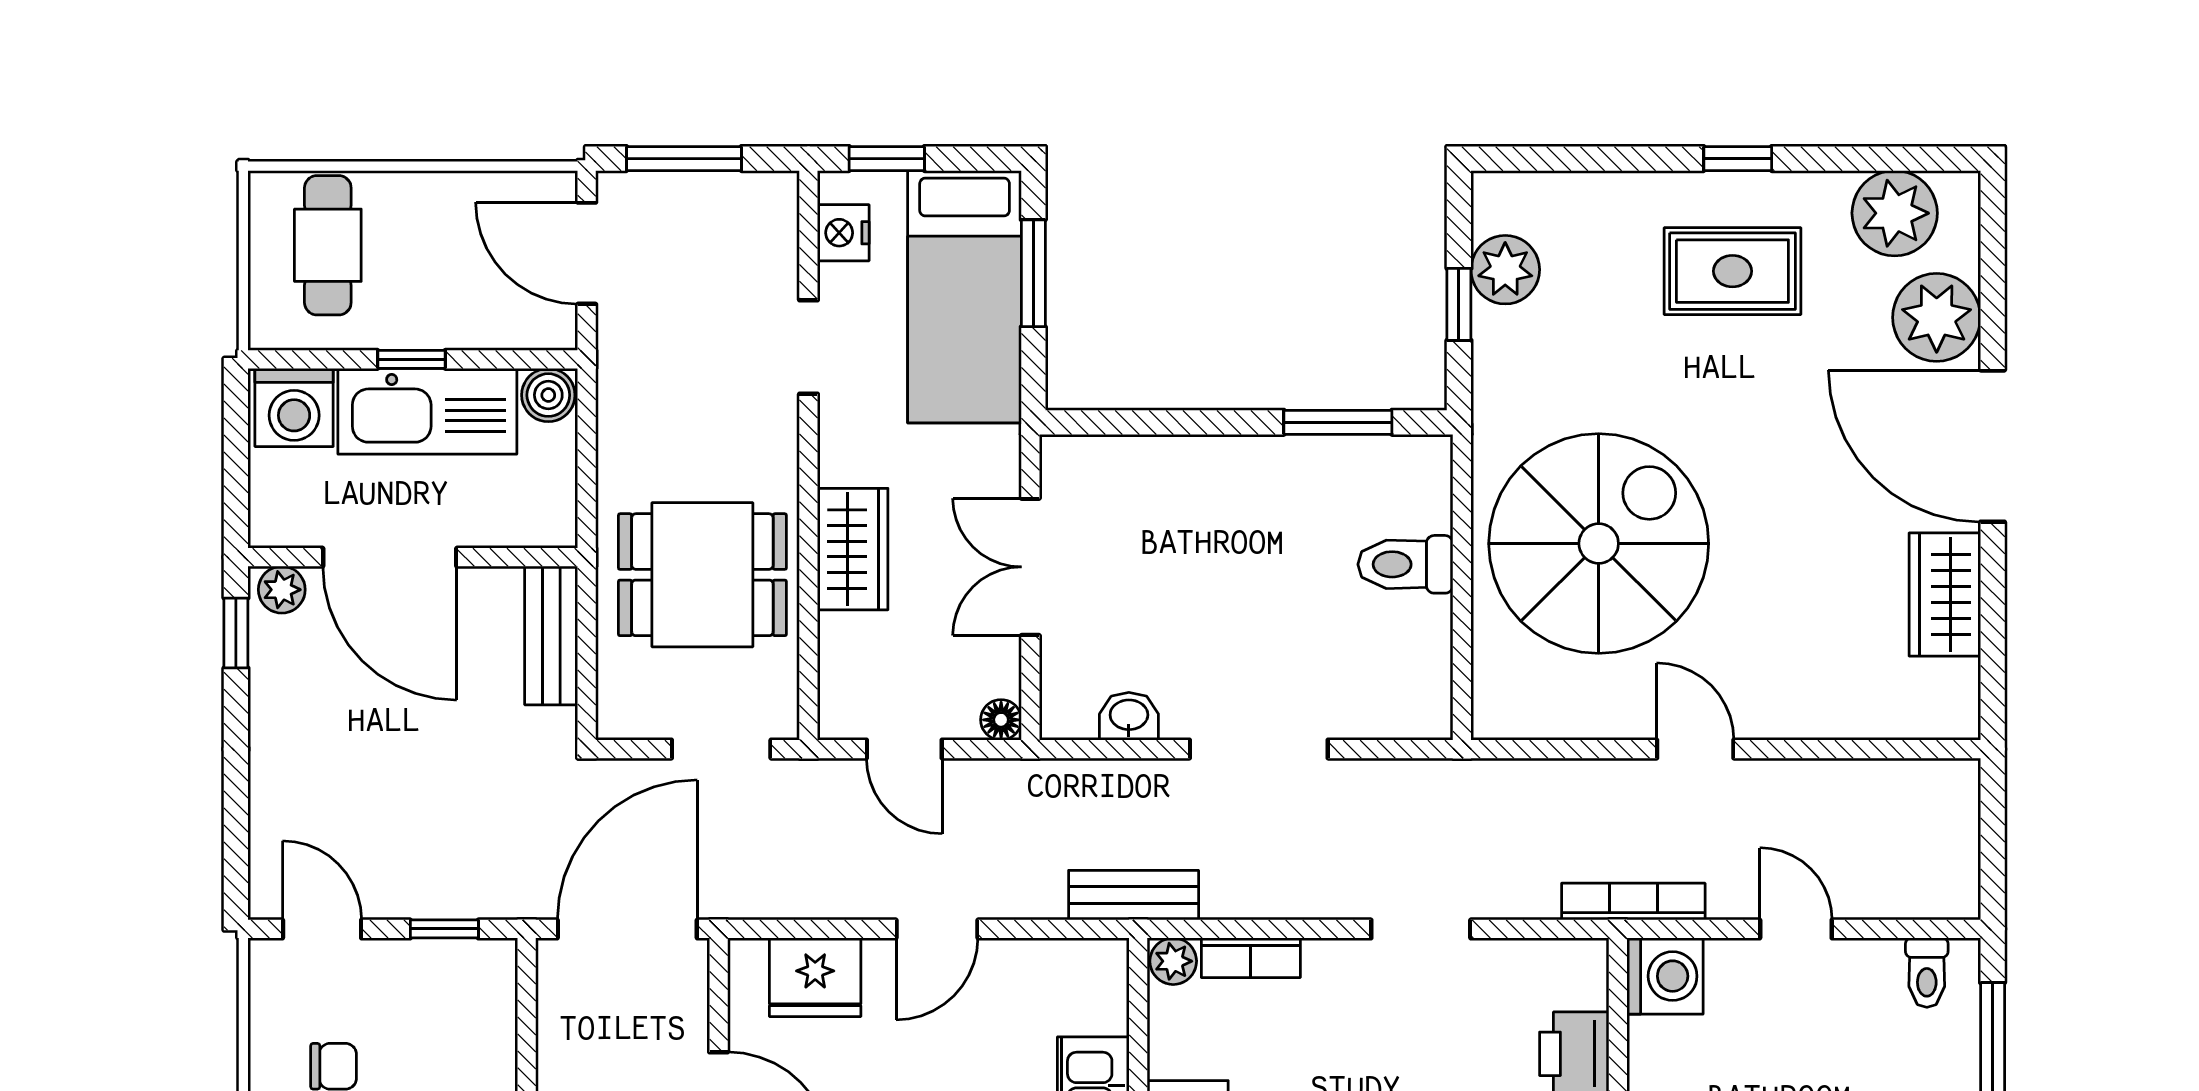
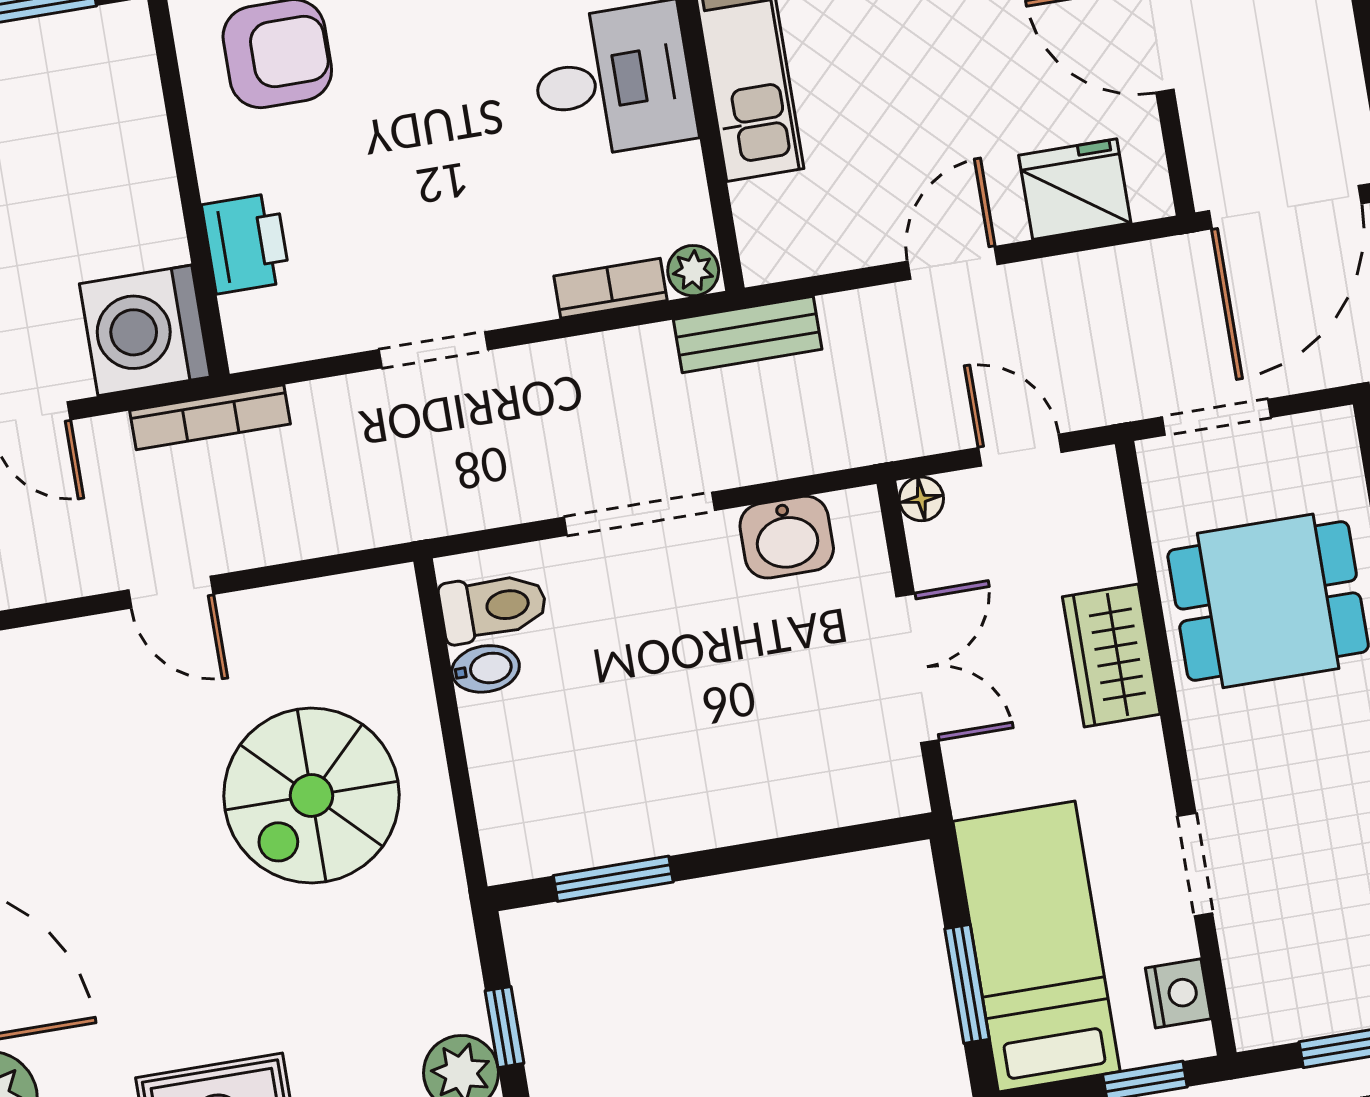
spiral stairs: (1599, 544) -> (311, 795), width x0.73, depth x0.73
toilet: (1405, 564) -> (493, 607), moved
bidet: (1422, 632) -> (486, 669), added
washbasin: (1129, 716) -> (787, 537), width x1.38, depth x1.45
washing machine: (1665, 976) -> (145, 330), width x1.37, depth x1.37

